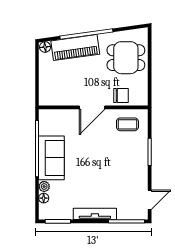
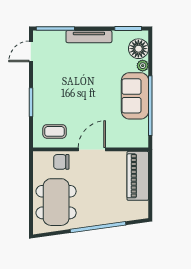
floor lamp: (45, 47) -> (142, 213), removed
piano: (75, 48) -> (138, 176), moved, turned -82
dining table: (126, 58) -> (56, 202), width x1.37
floor lamp: (44, 198) -> (138, 49), width x1.89, depth x1.89

